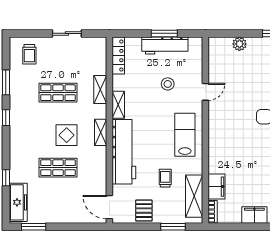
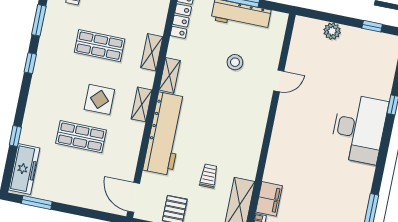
lab bench: (185, 135) -> (243, 128), removed

